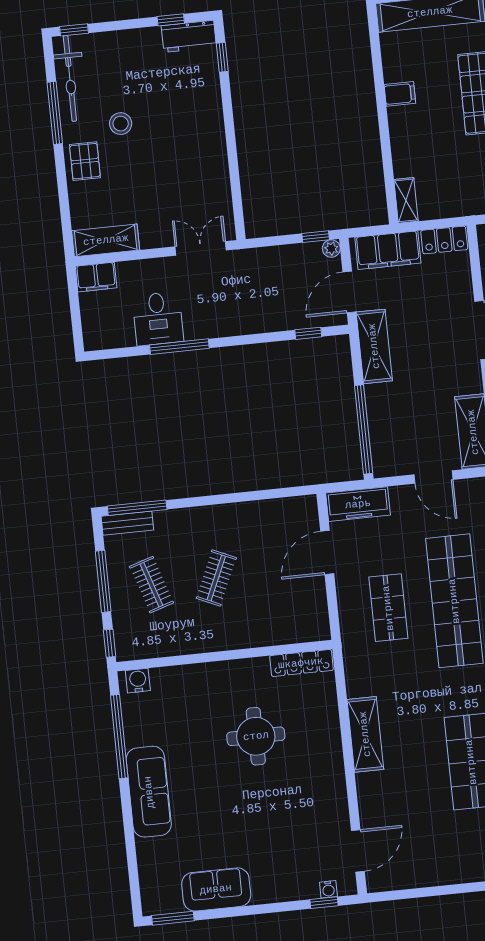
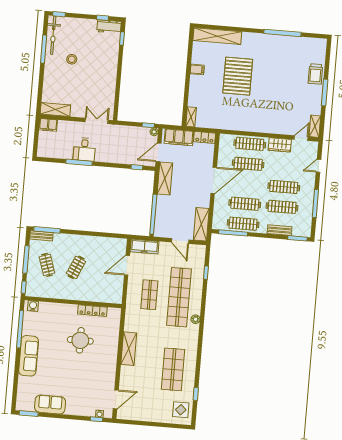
pallet: (85, 161) -> (53, 73), removed
desk: (158, 319) -> (84, 149), moved
locker: (301, 663) -> (92, 311), moved

